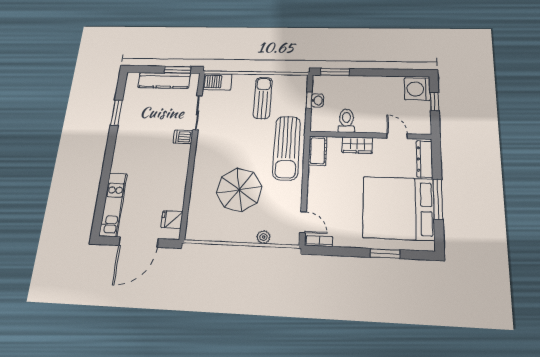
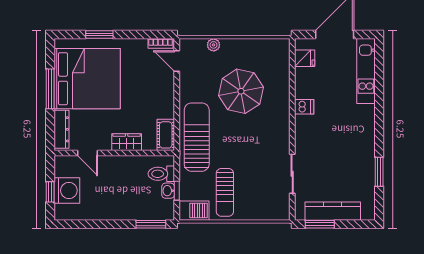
barbecue: (217, 82) -> (194, 211), moved
washing machine: (417, 89) -> (67, 190), moved
toilet: (346, 121) -> (161, 174), moved, turned 90
dishwasher: (183, 137) -> (304, 107), moved

